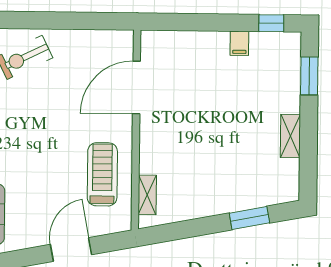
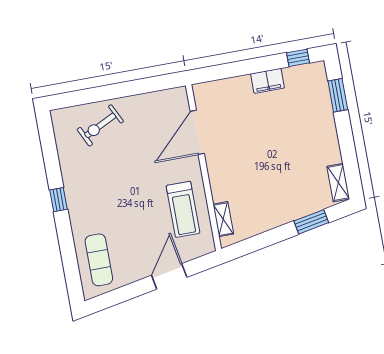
filing cabinet: (239, 43) -> (267, 81), width x2.00
shelving: (290, 136) -> (338, 183), moved
treadmill: (102, 174) -> (183, 209), turned 180

